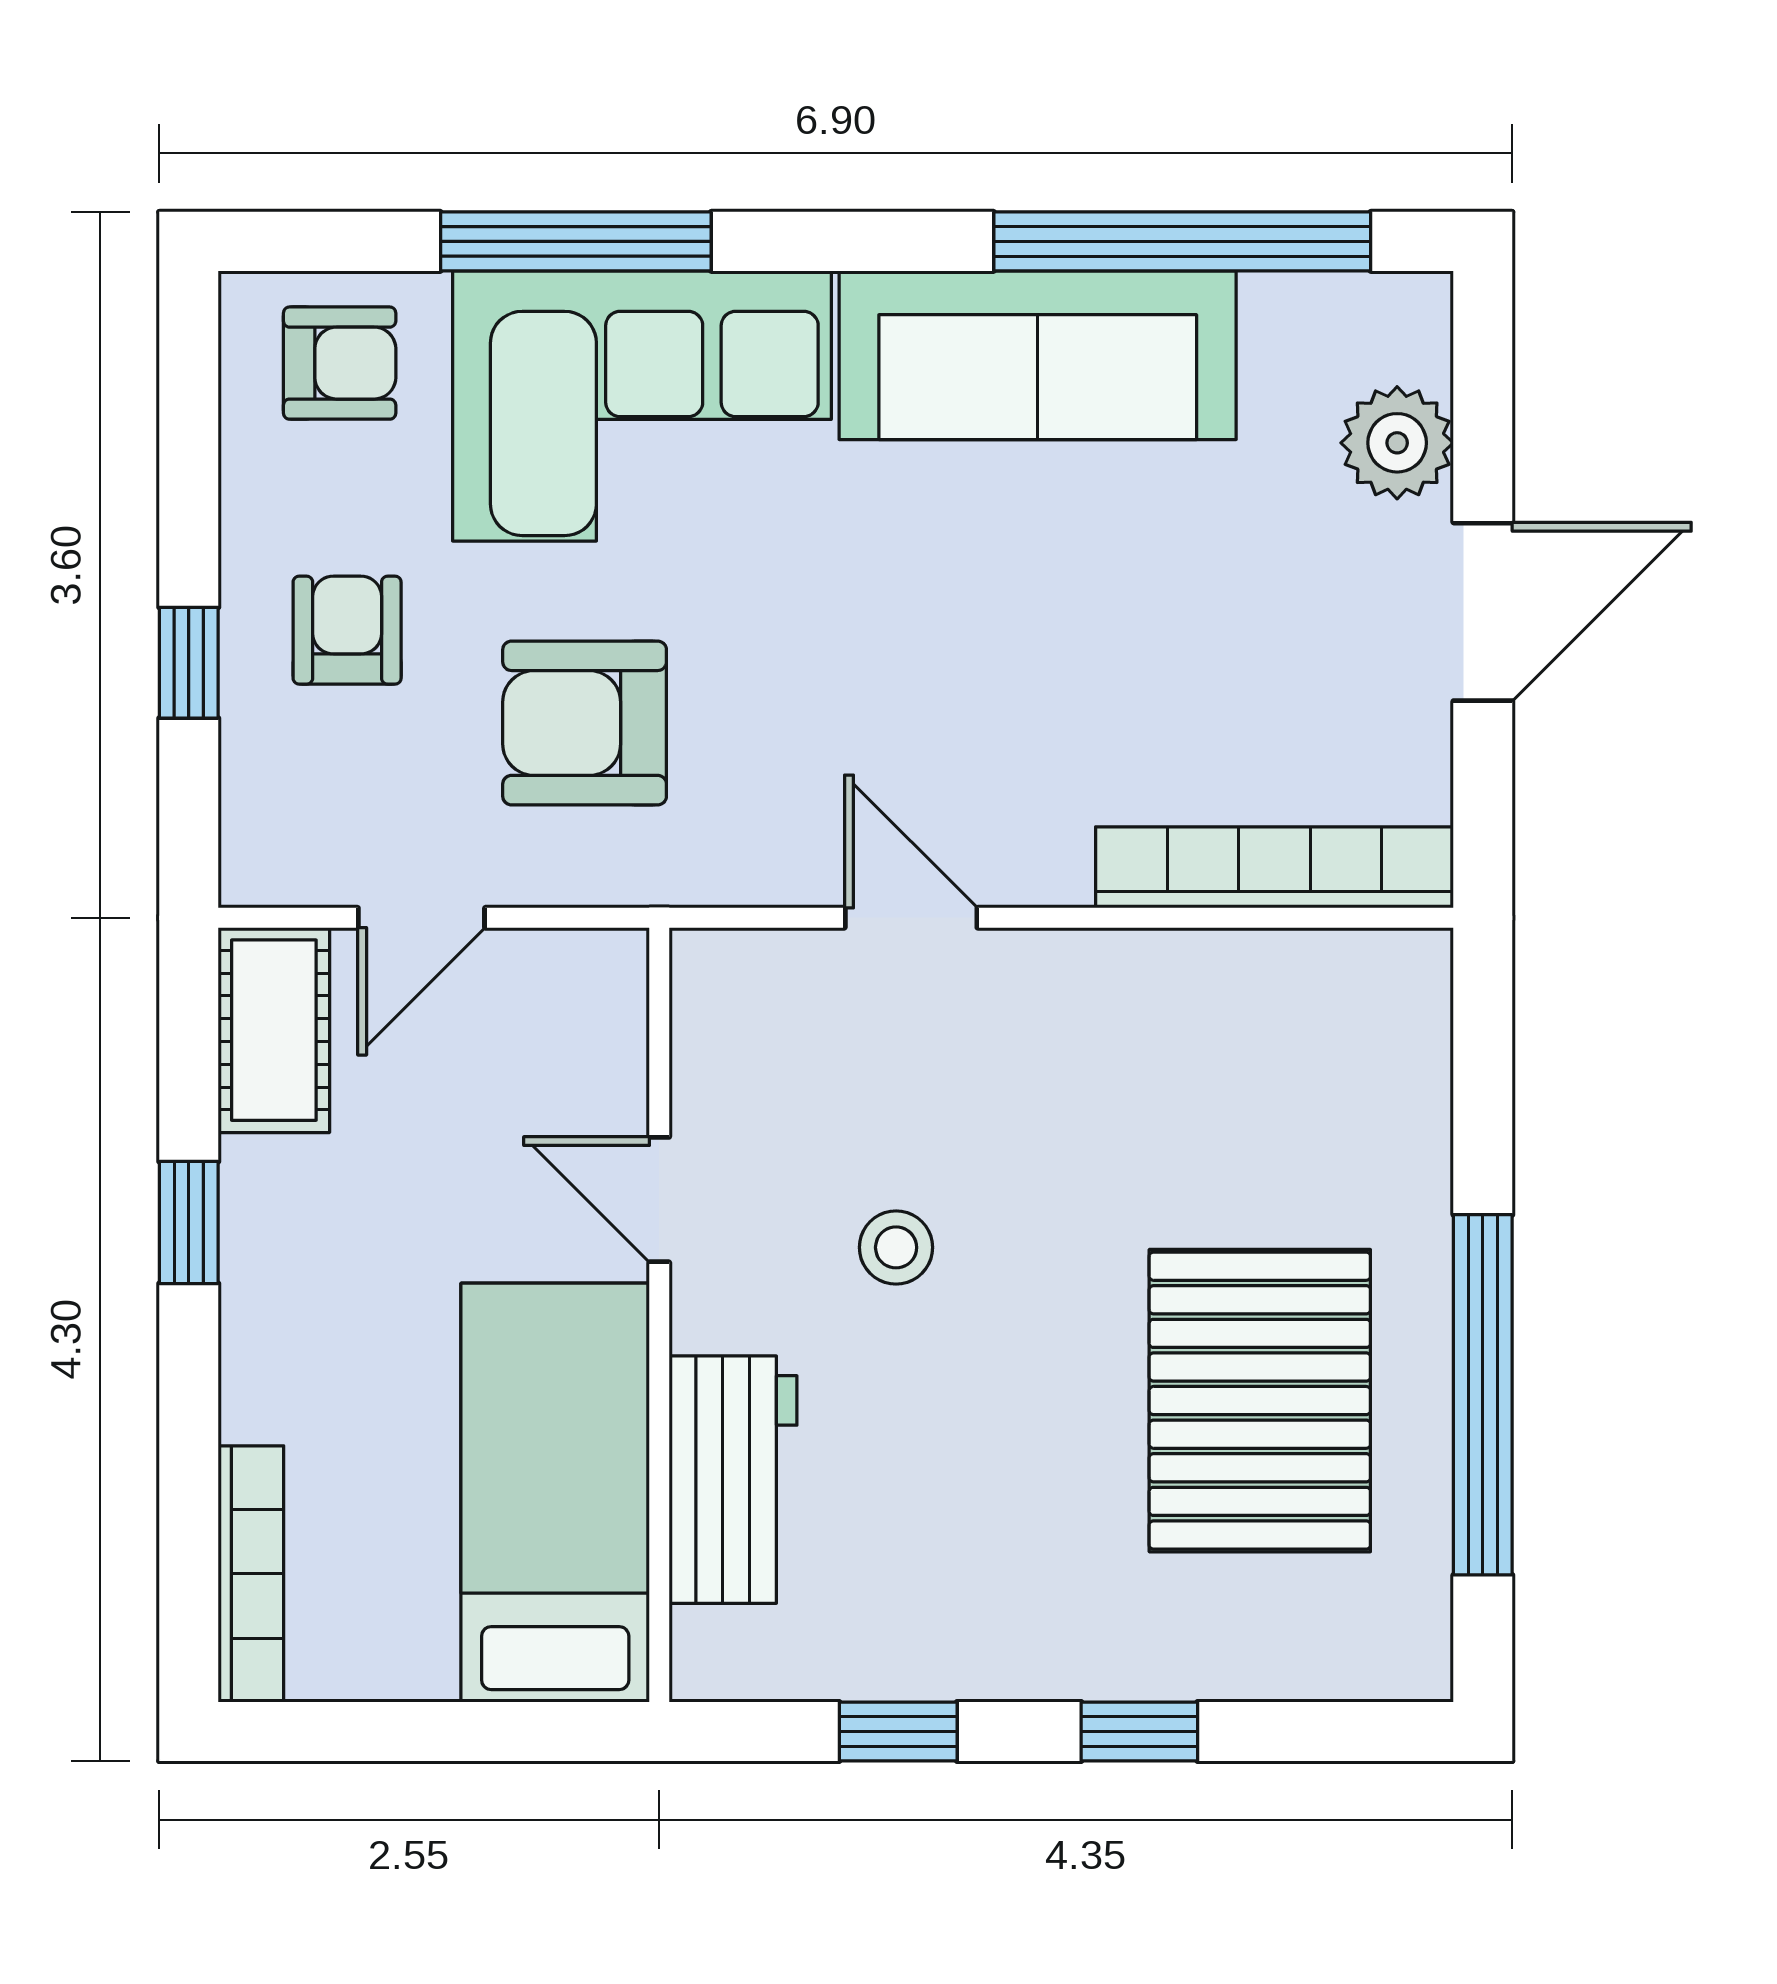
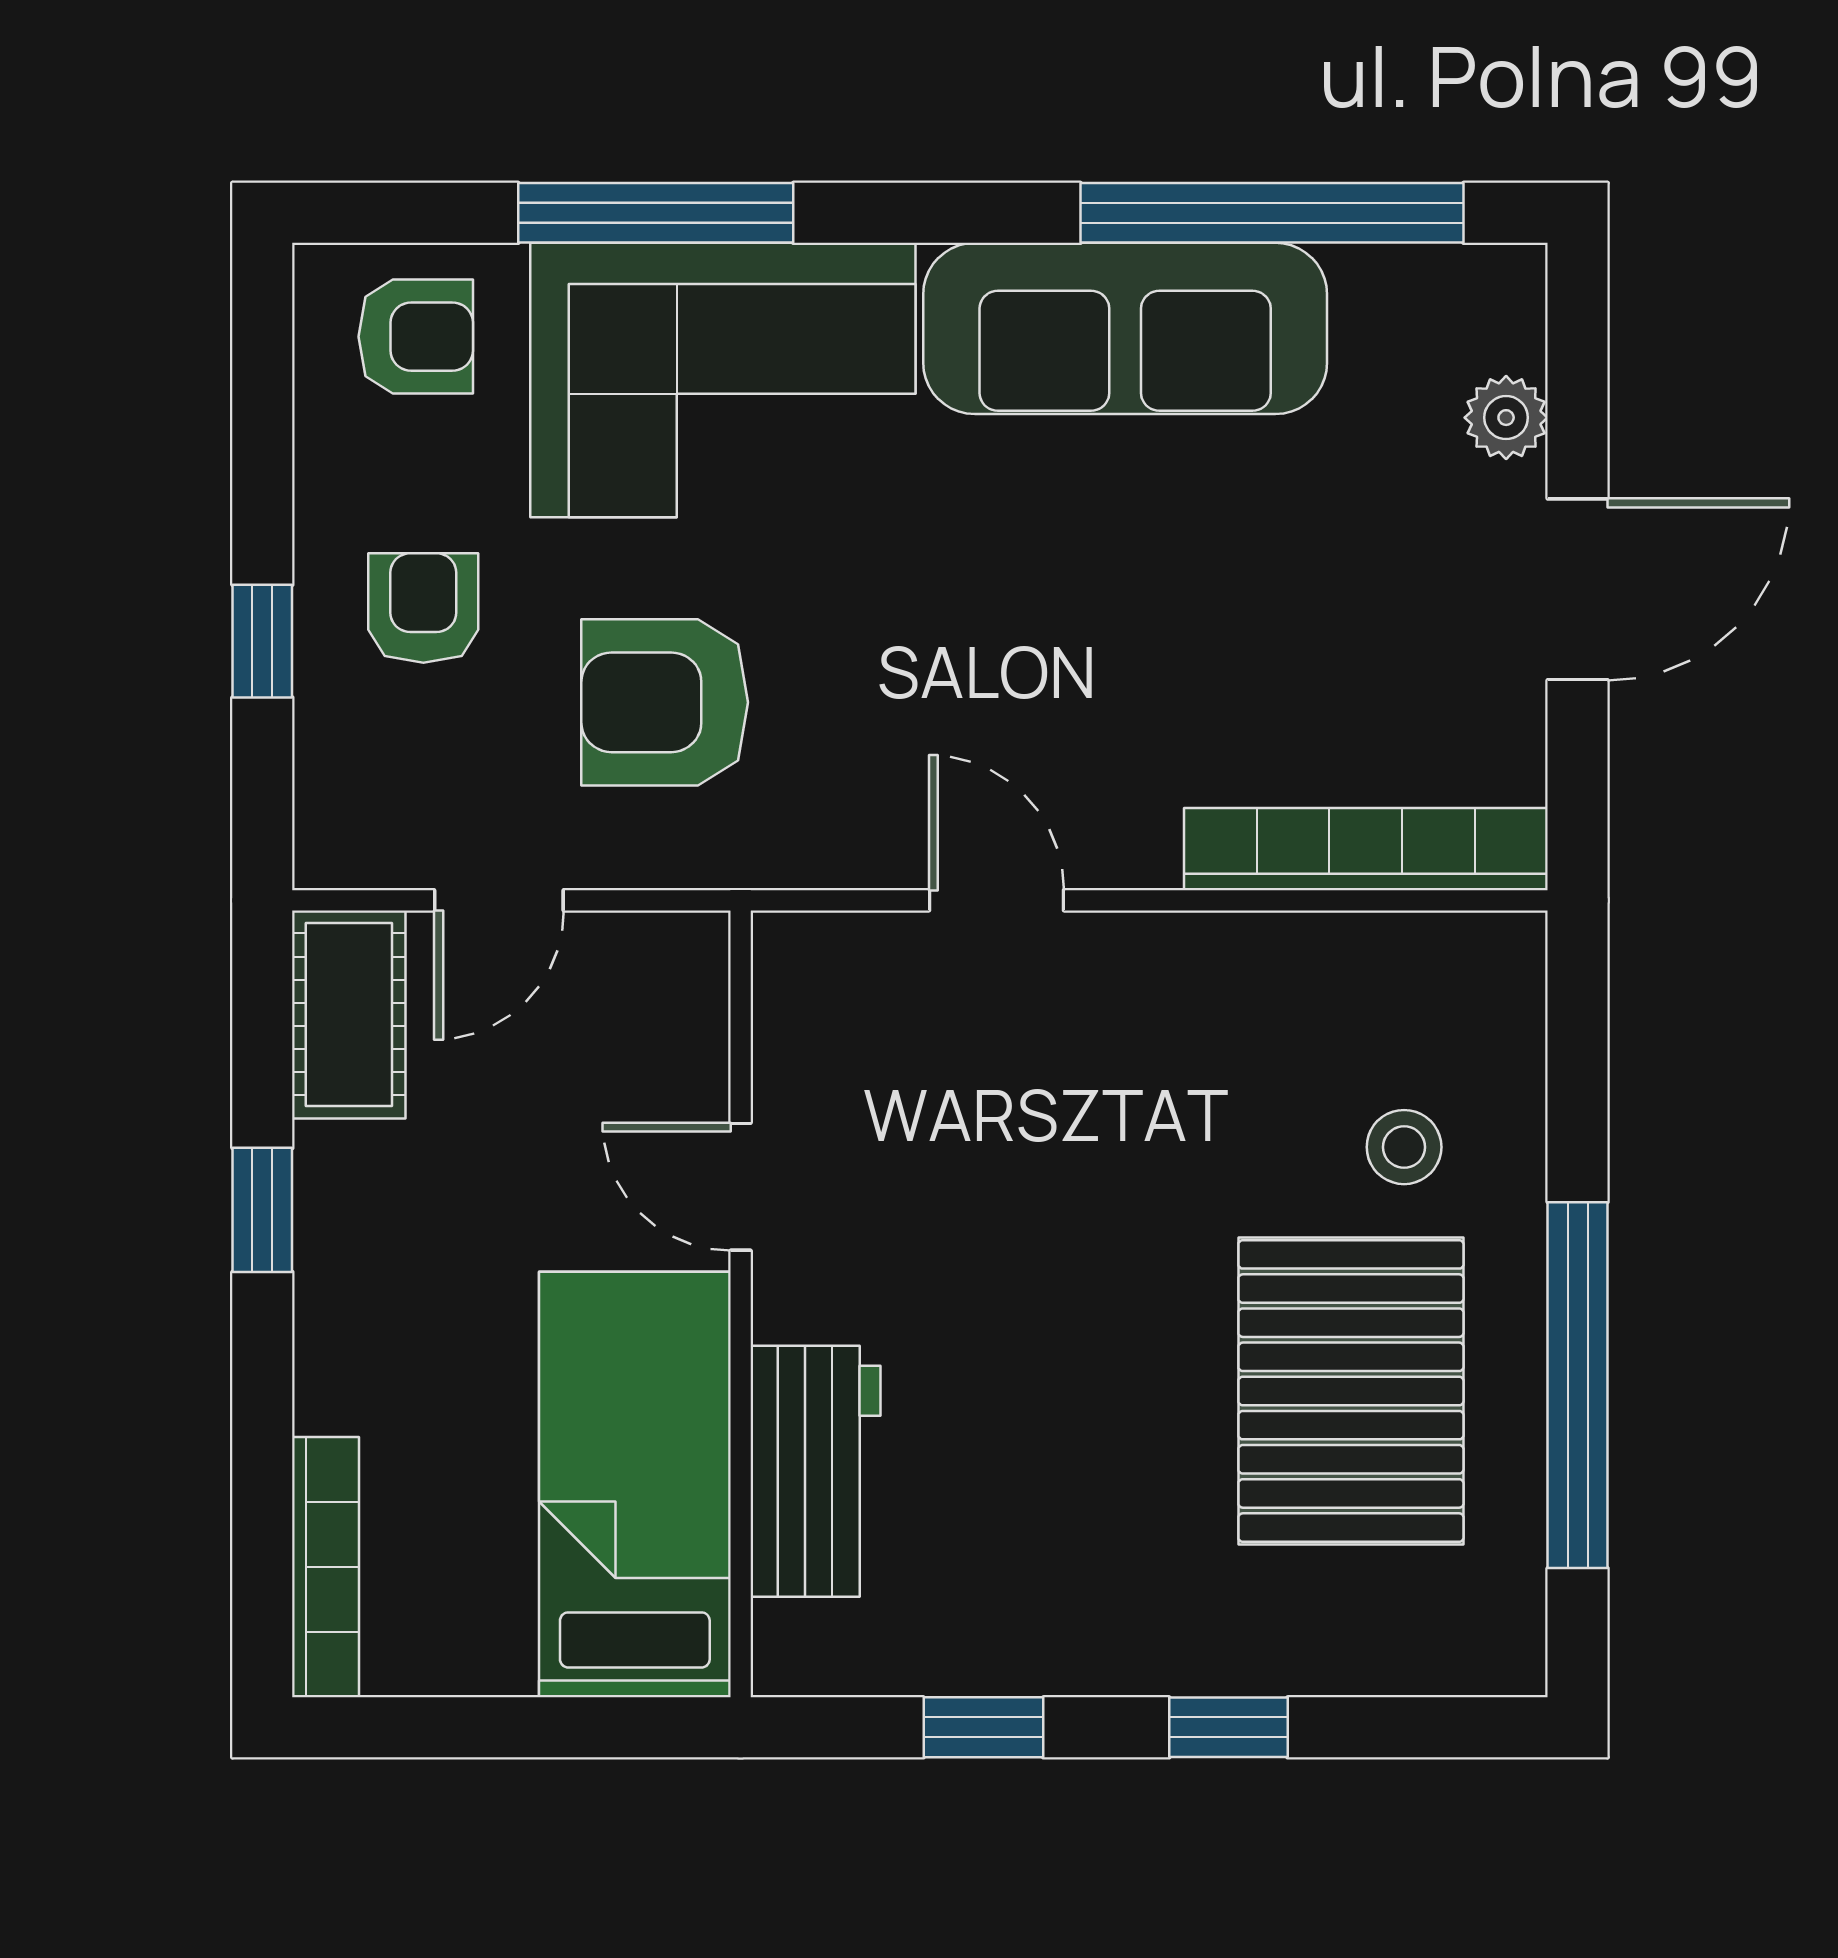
plant: (1397, 443) -> (1506, 418), width x0.73, depth x0.73
stool: (896, 1247) -> (1404, 1147), moved

